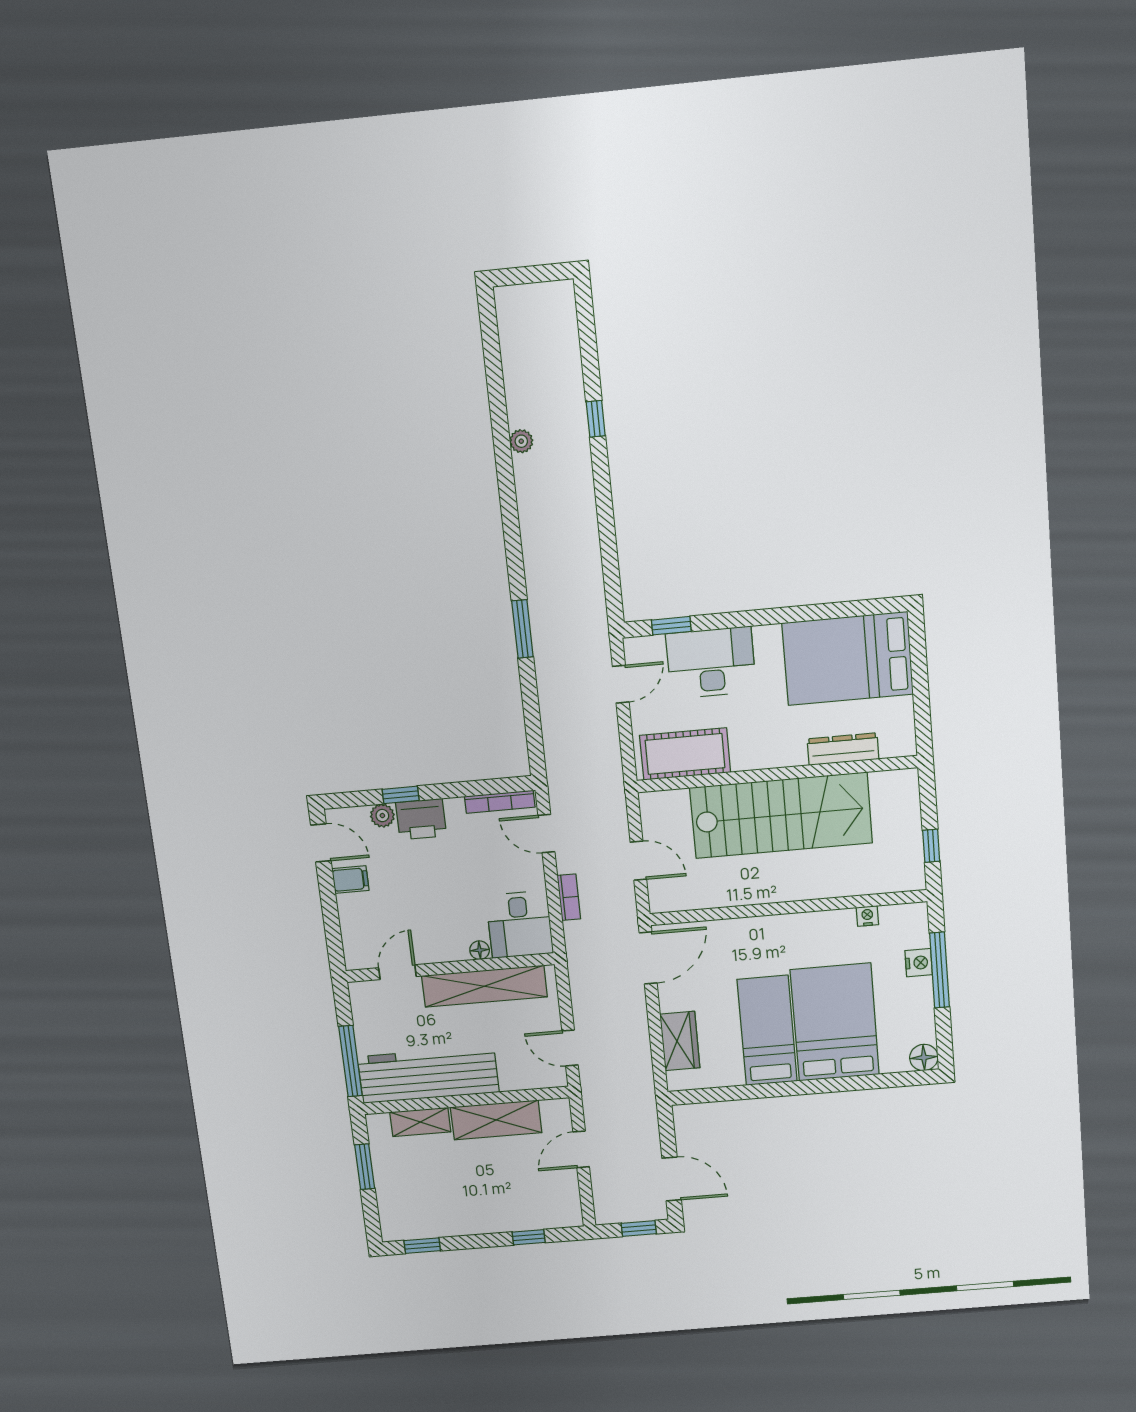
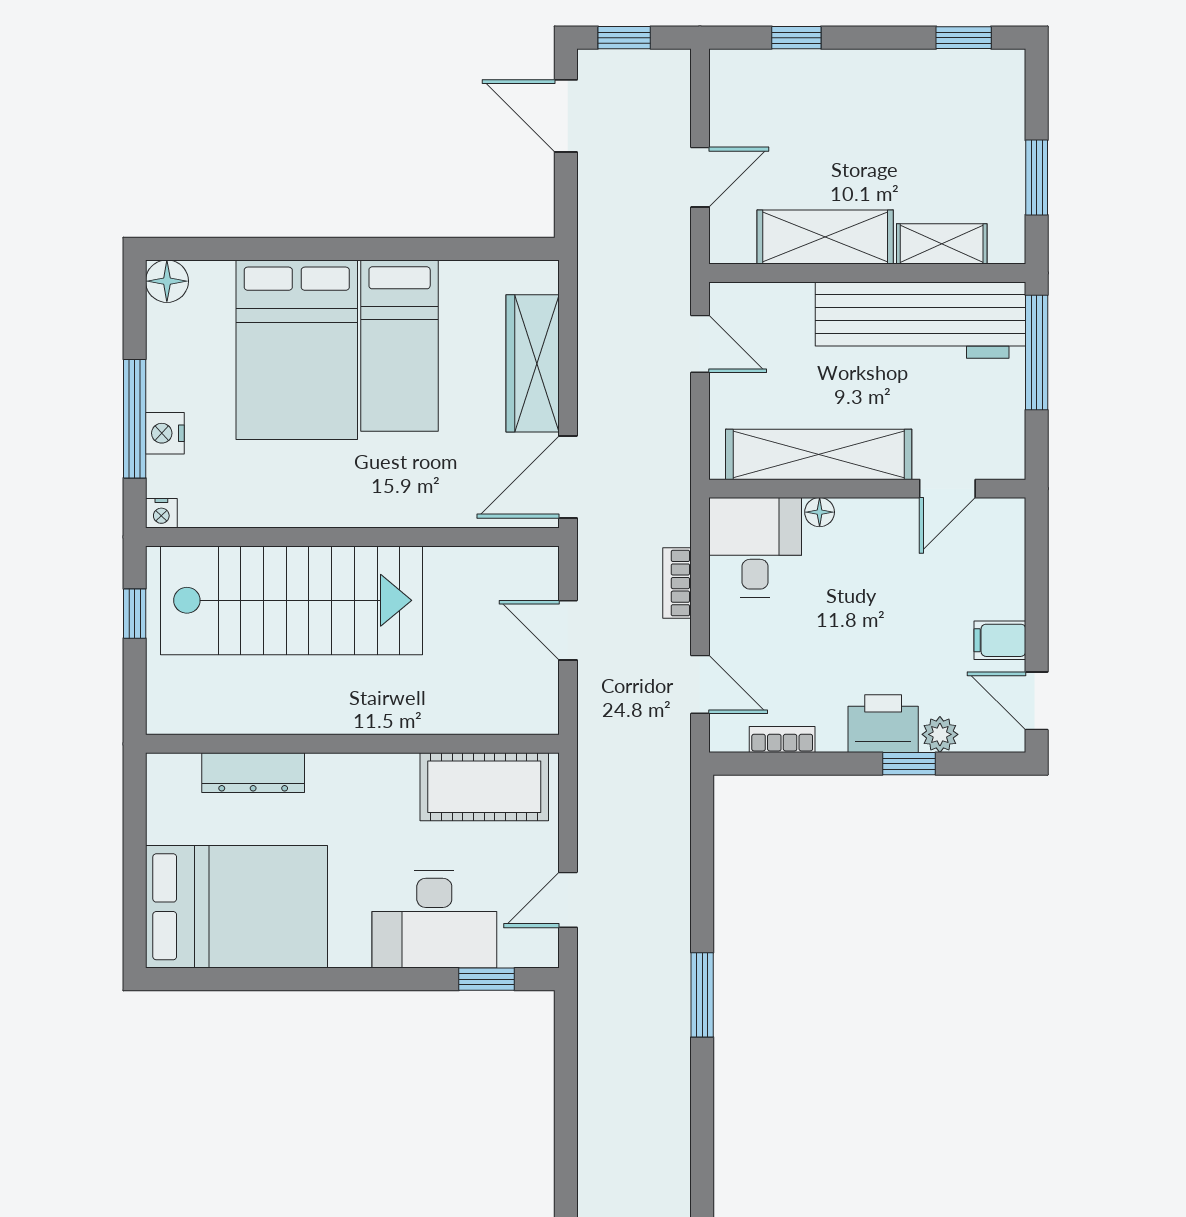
bookcase: (500, 802) -> (782, 739), width x0.64
stairs: (781, 815) -> (292, 600), moved, turned 180
nightstand: (867, 916) -> (161, 513), moved
wardrobe: (680, 1041) -> (533, 363), width x1.50

